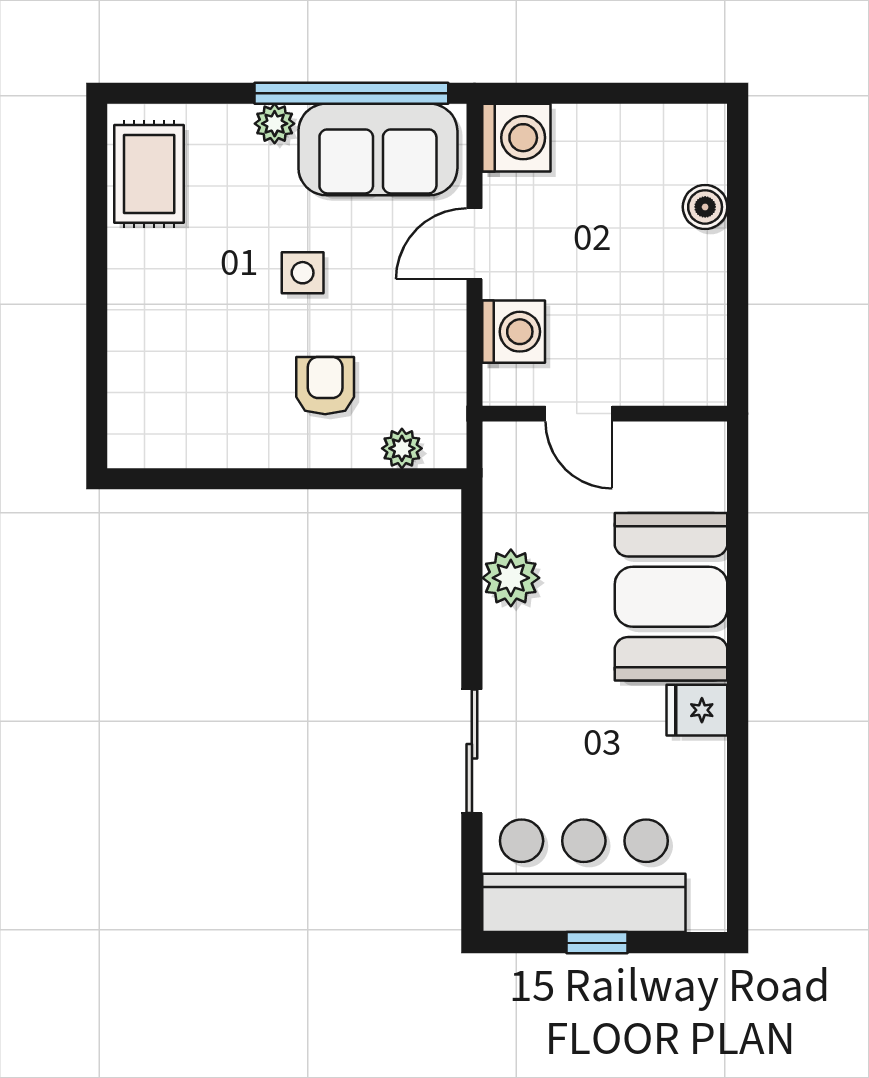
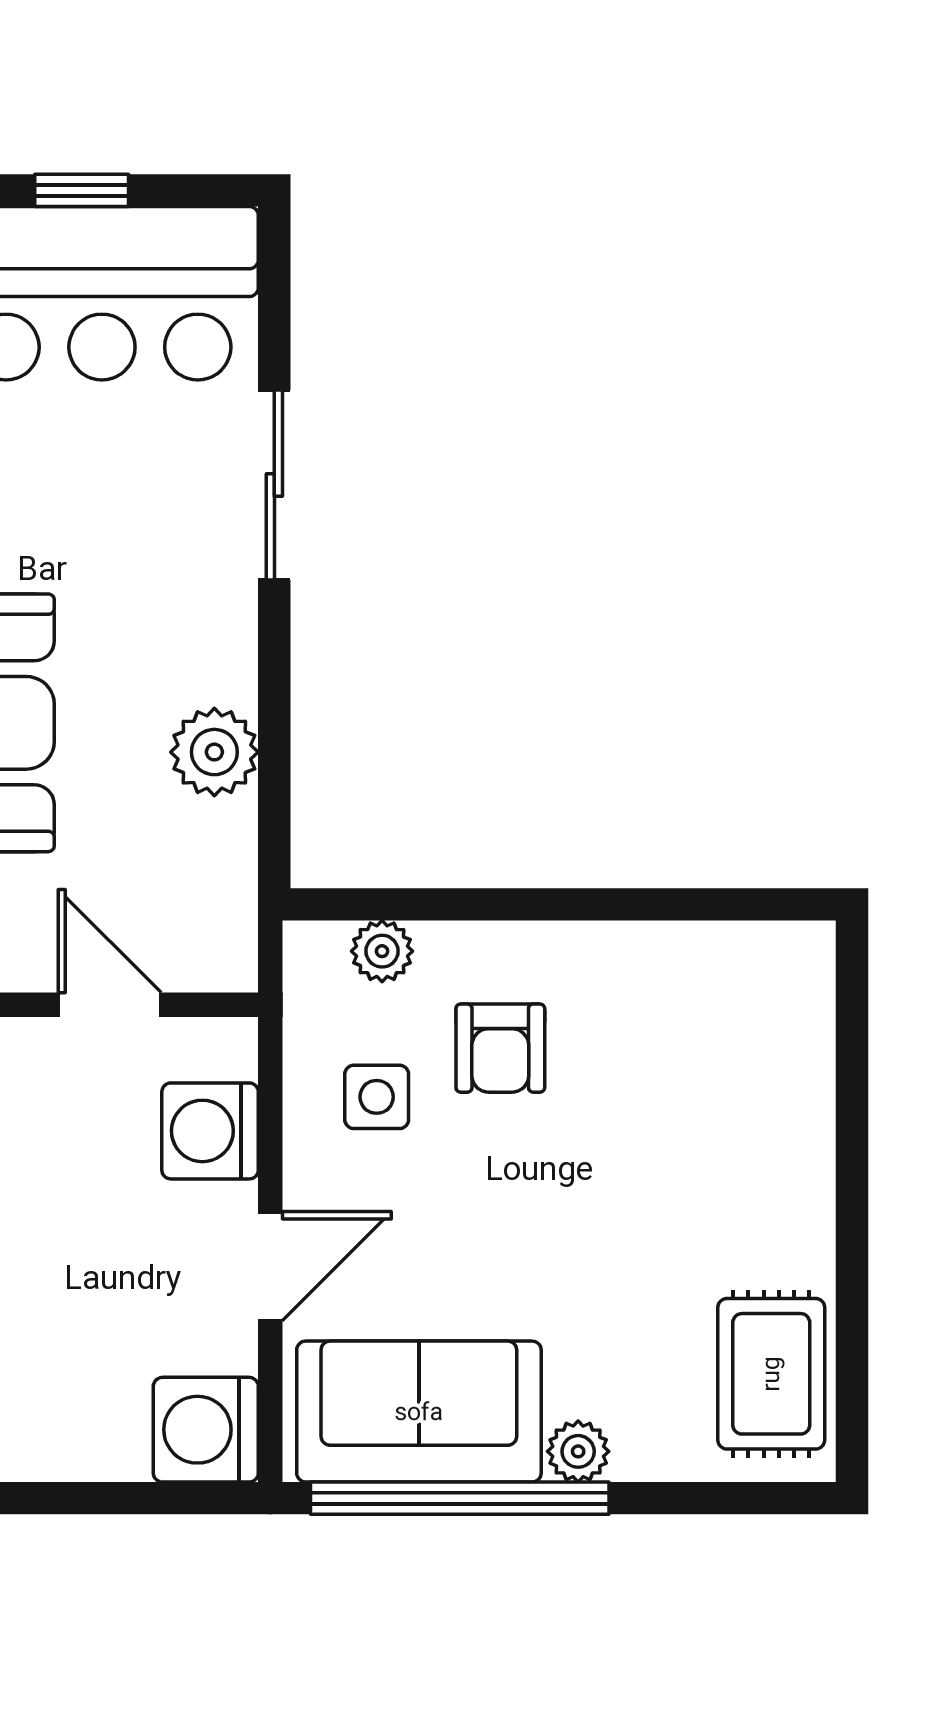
side table: (303, 273) -> (377, 1097), moved

